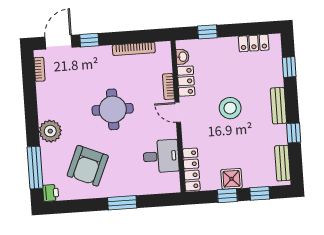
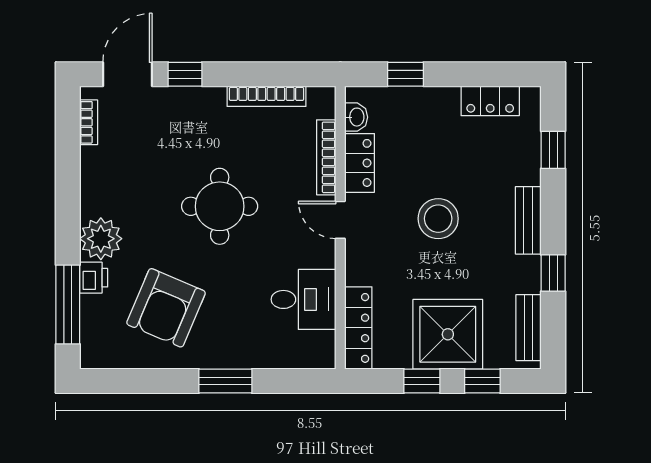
bookcase: (168, 87) -> (326, 157), width x1.56
shower: (231, 179) -> (448, 334), width x1.86, depth x1.86
printer: (51, 193) -> (94, 278), moved

